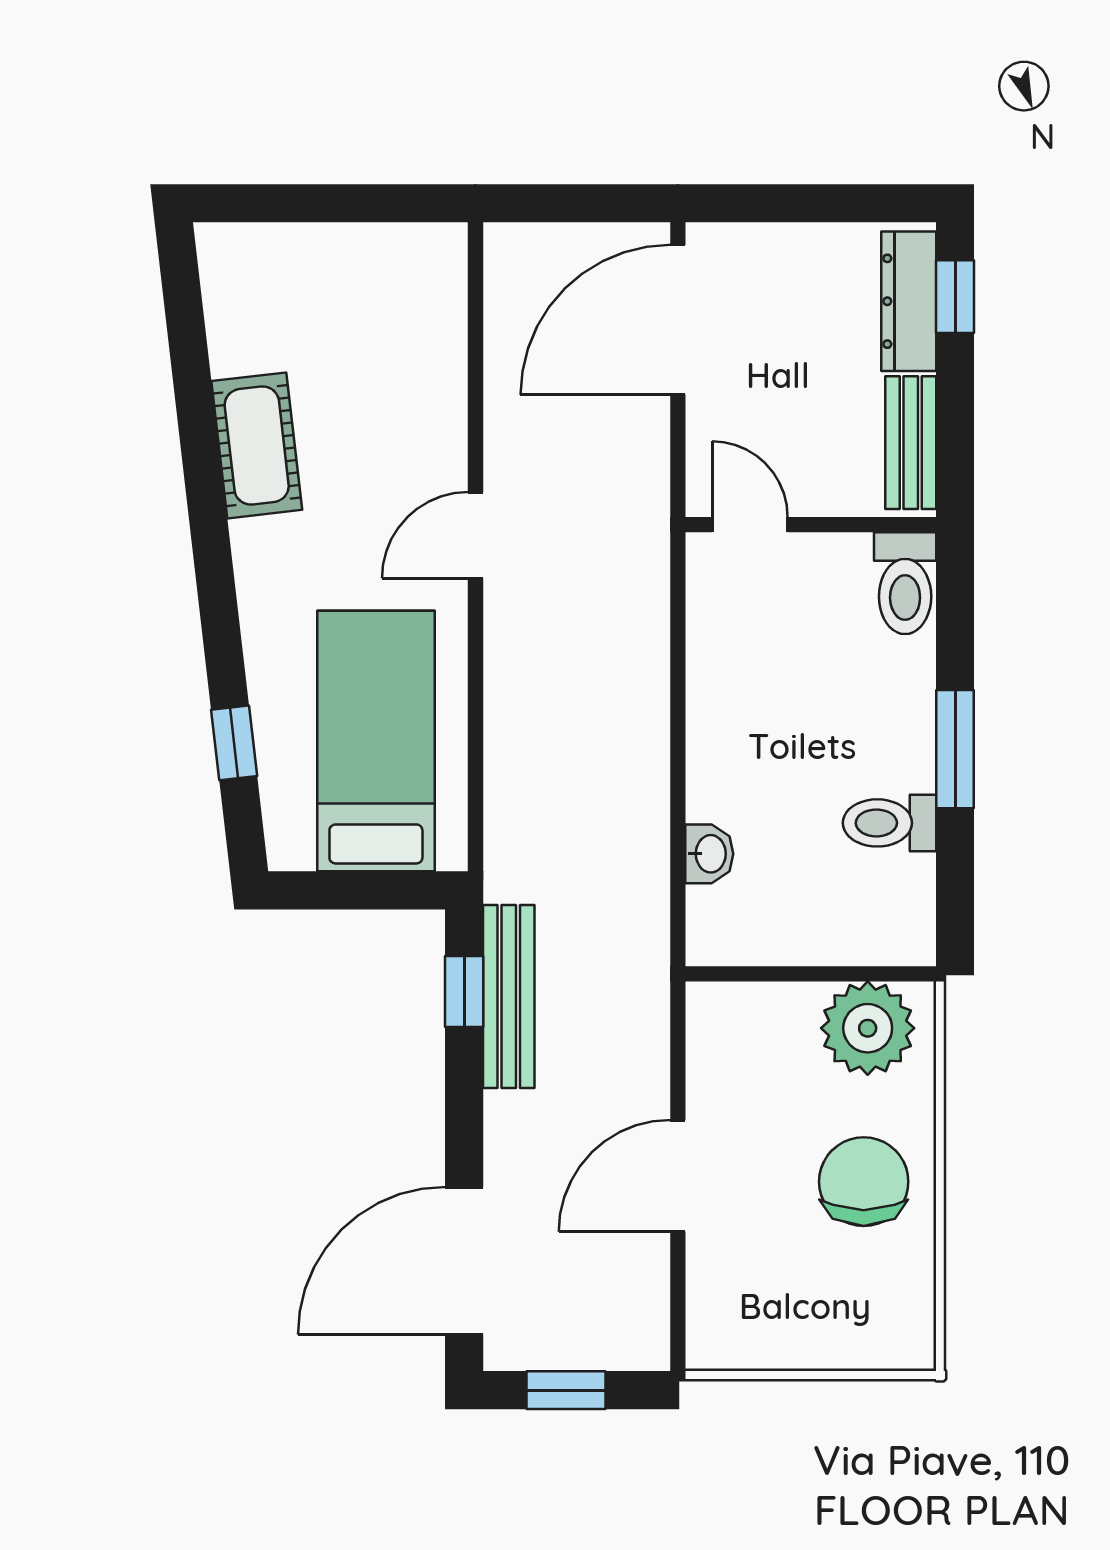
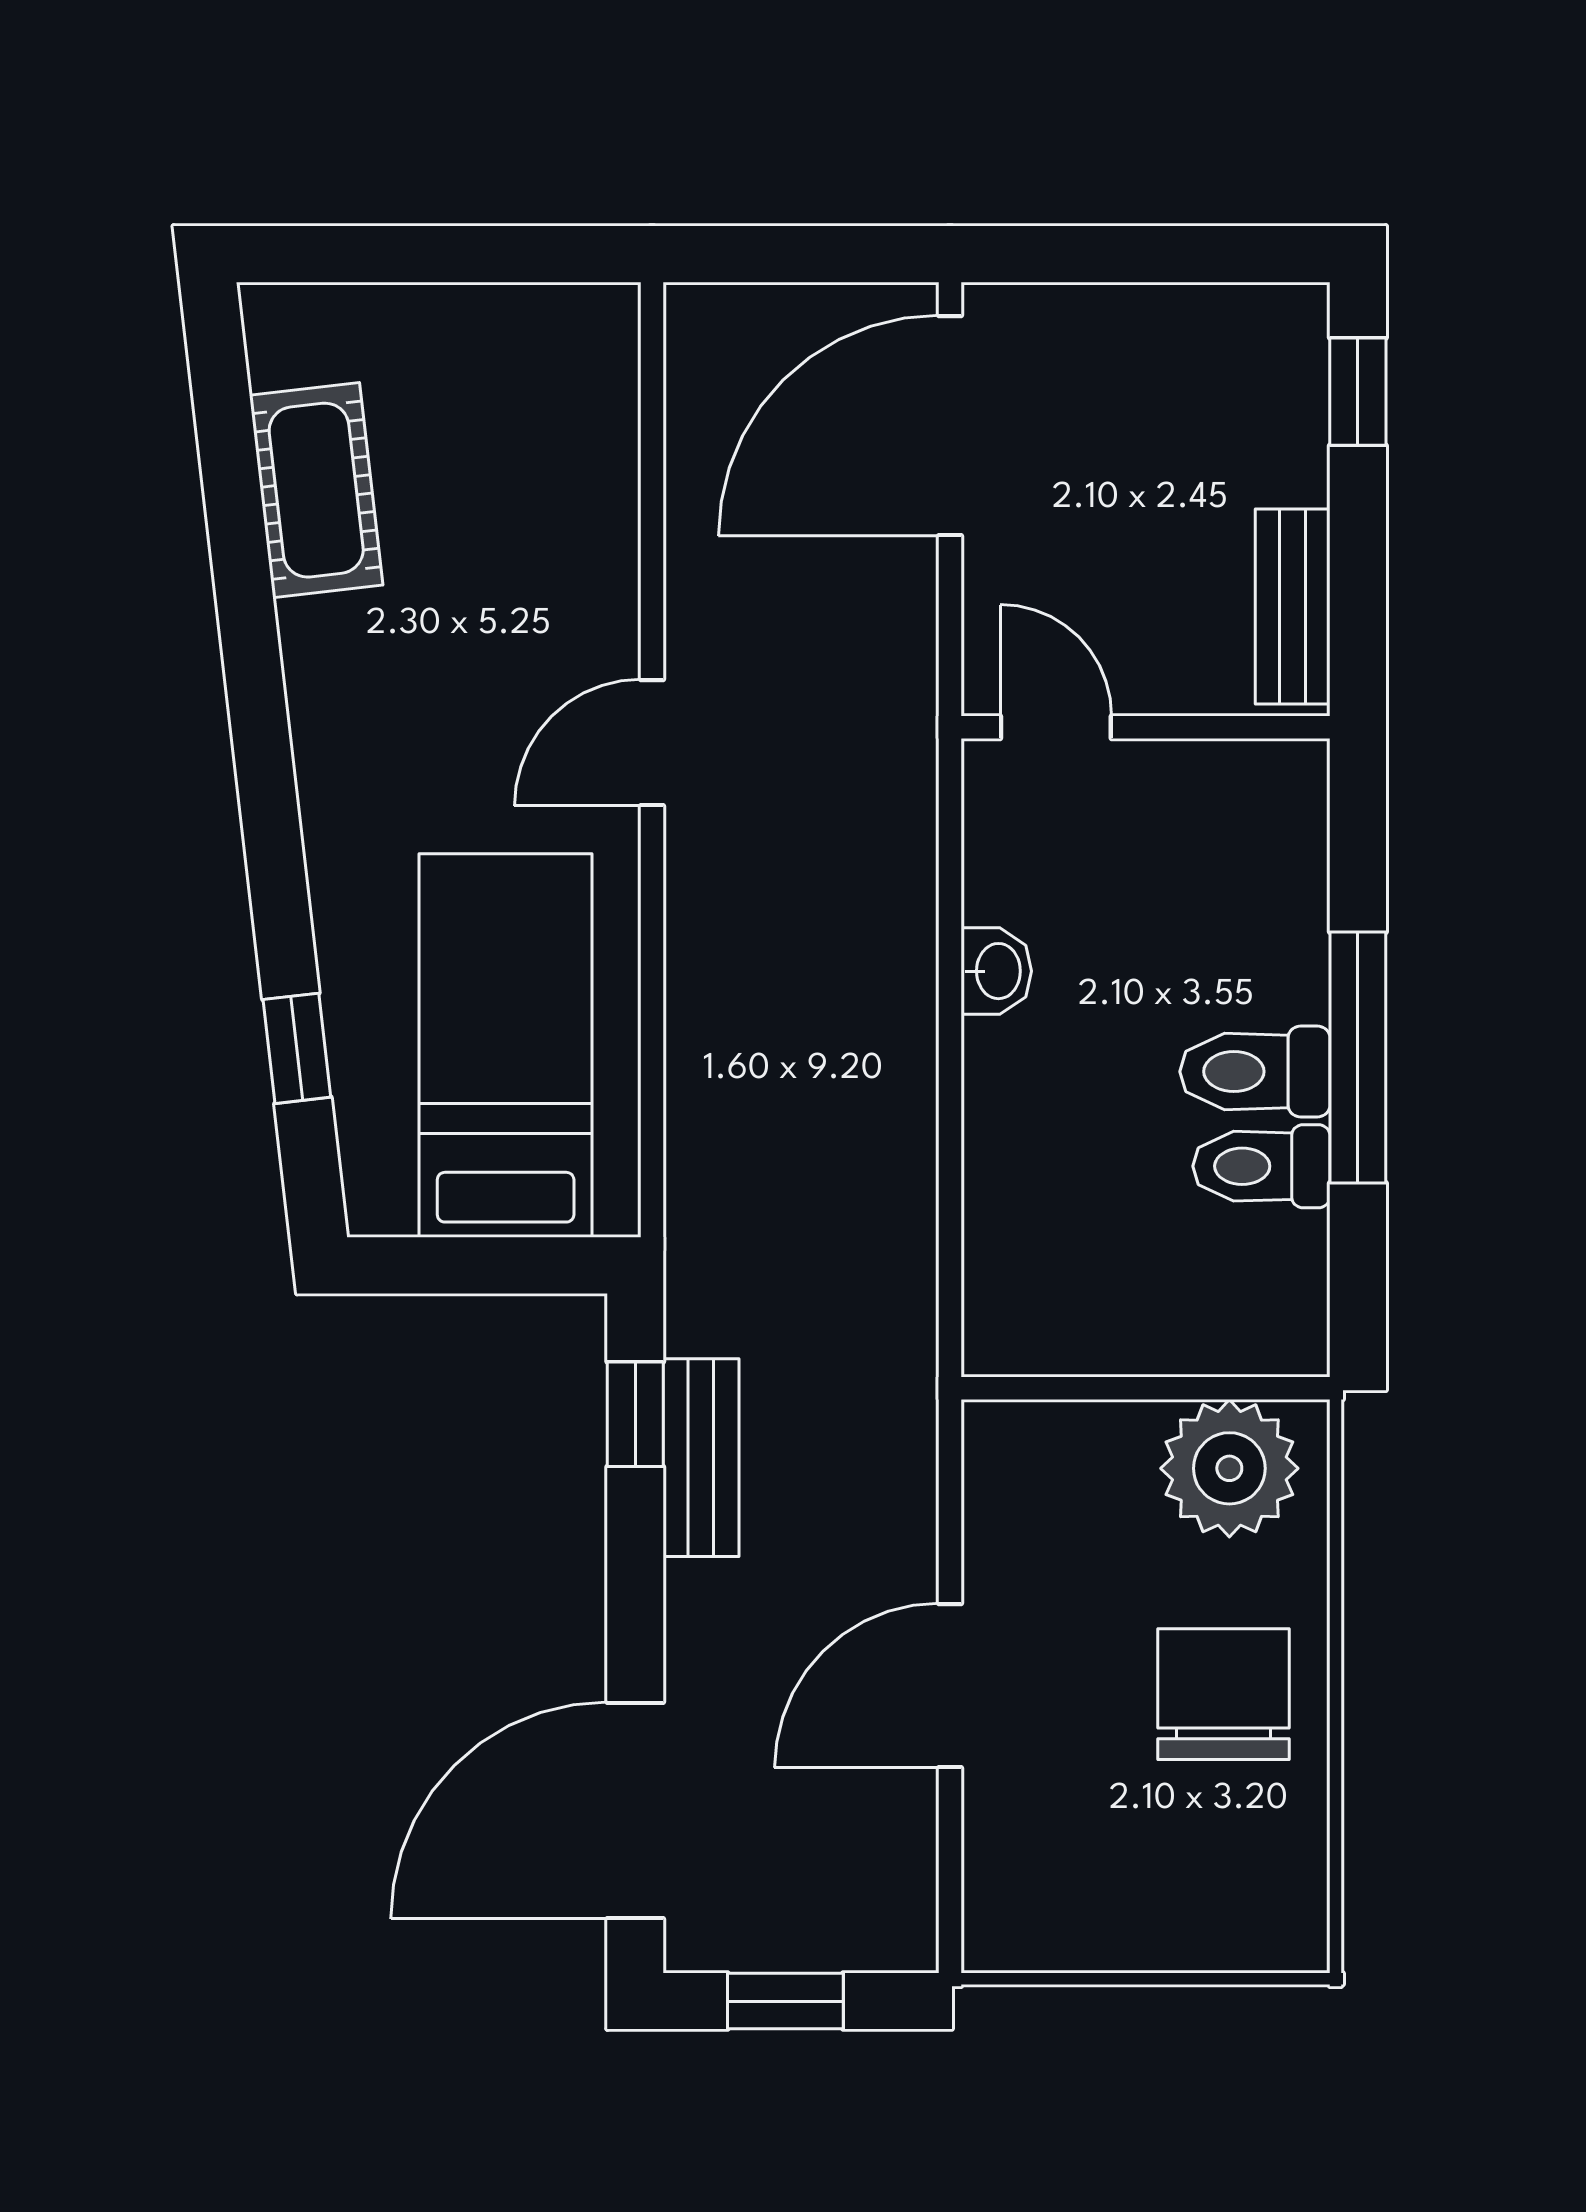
dresser: (909, 301) -> (1290, 398), removed
cot: (257, 445) -> (316, 490), moved
toilet: (905, 583) -> (1255, 1072), moved, turned 90
window: (955, 749) -> (1358, 1057), width x1.44
washbasin: (709, 854) -> (996, 971), moved
bench: (509, 997) -> (701, 1458), width x0.73

